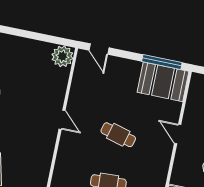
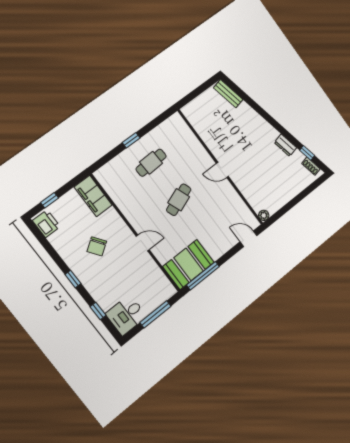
plant: (62, 56) -> (264, 215), width x0.53, depth x0.53
cafe table: (118, 135) -> (179, 200), turned -36

